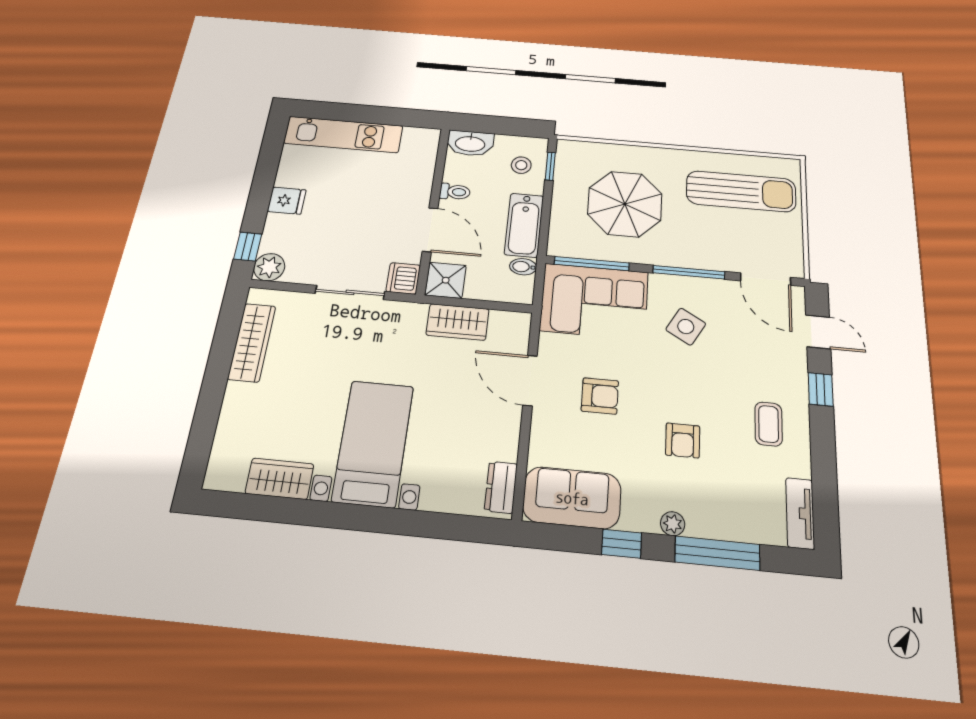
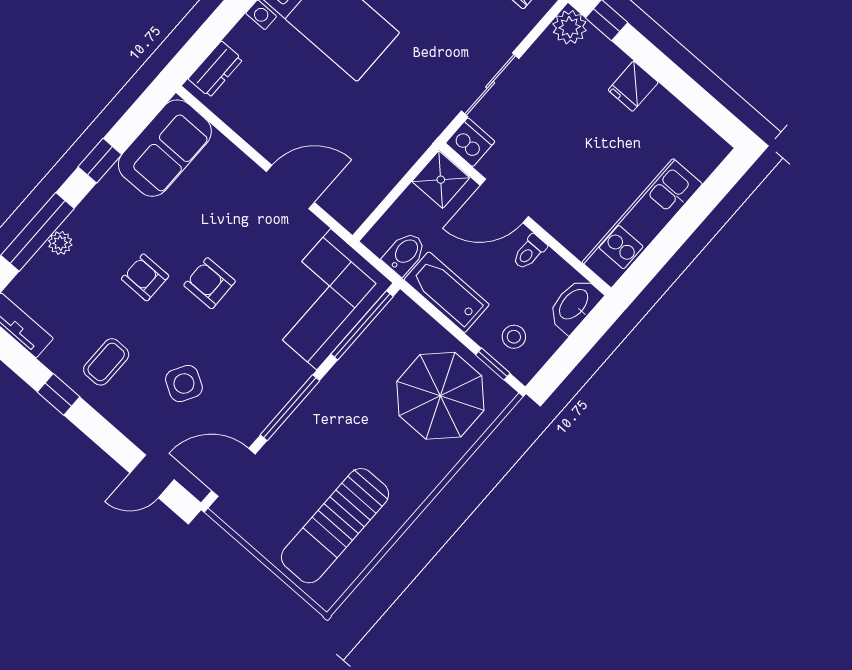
kitchen unit: (343, 135) -> (642, 223), moved
parasol: (625, 204) -> (440, 396), moved
bidet: (523, 267) -> (405, 253), width x1.38, depth x1.36
wardrobe: (458, 322) -> (391, 162), removed
side table: (686, 327) -> (184, 383), moved
window: (821, 389) -> (58, 394), moved
armchair: (600, 396) -> (210, 283), moved, turned 89
coffee table: (769, 424) -> (106, 362), turned 90
dresser: (501, 487) -> (216, 69), moved, turned 90
plant: (673, 524) -> (60, 243), moved

